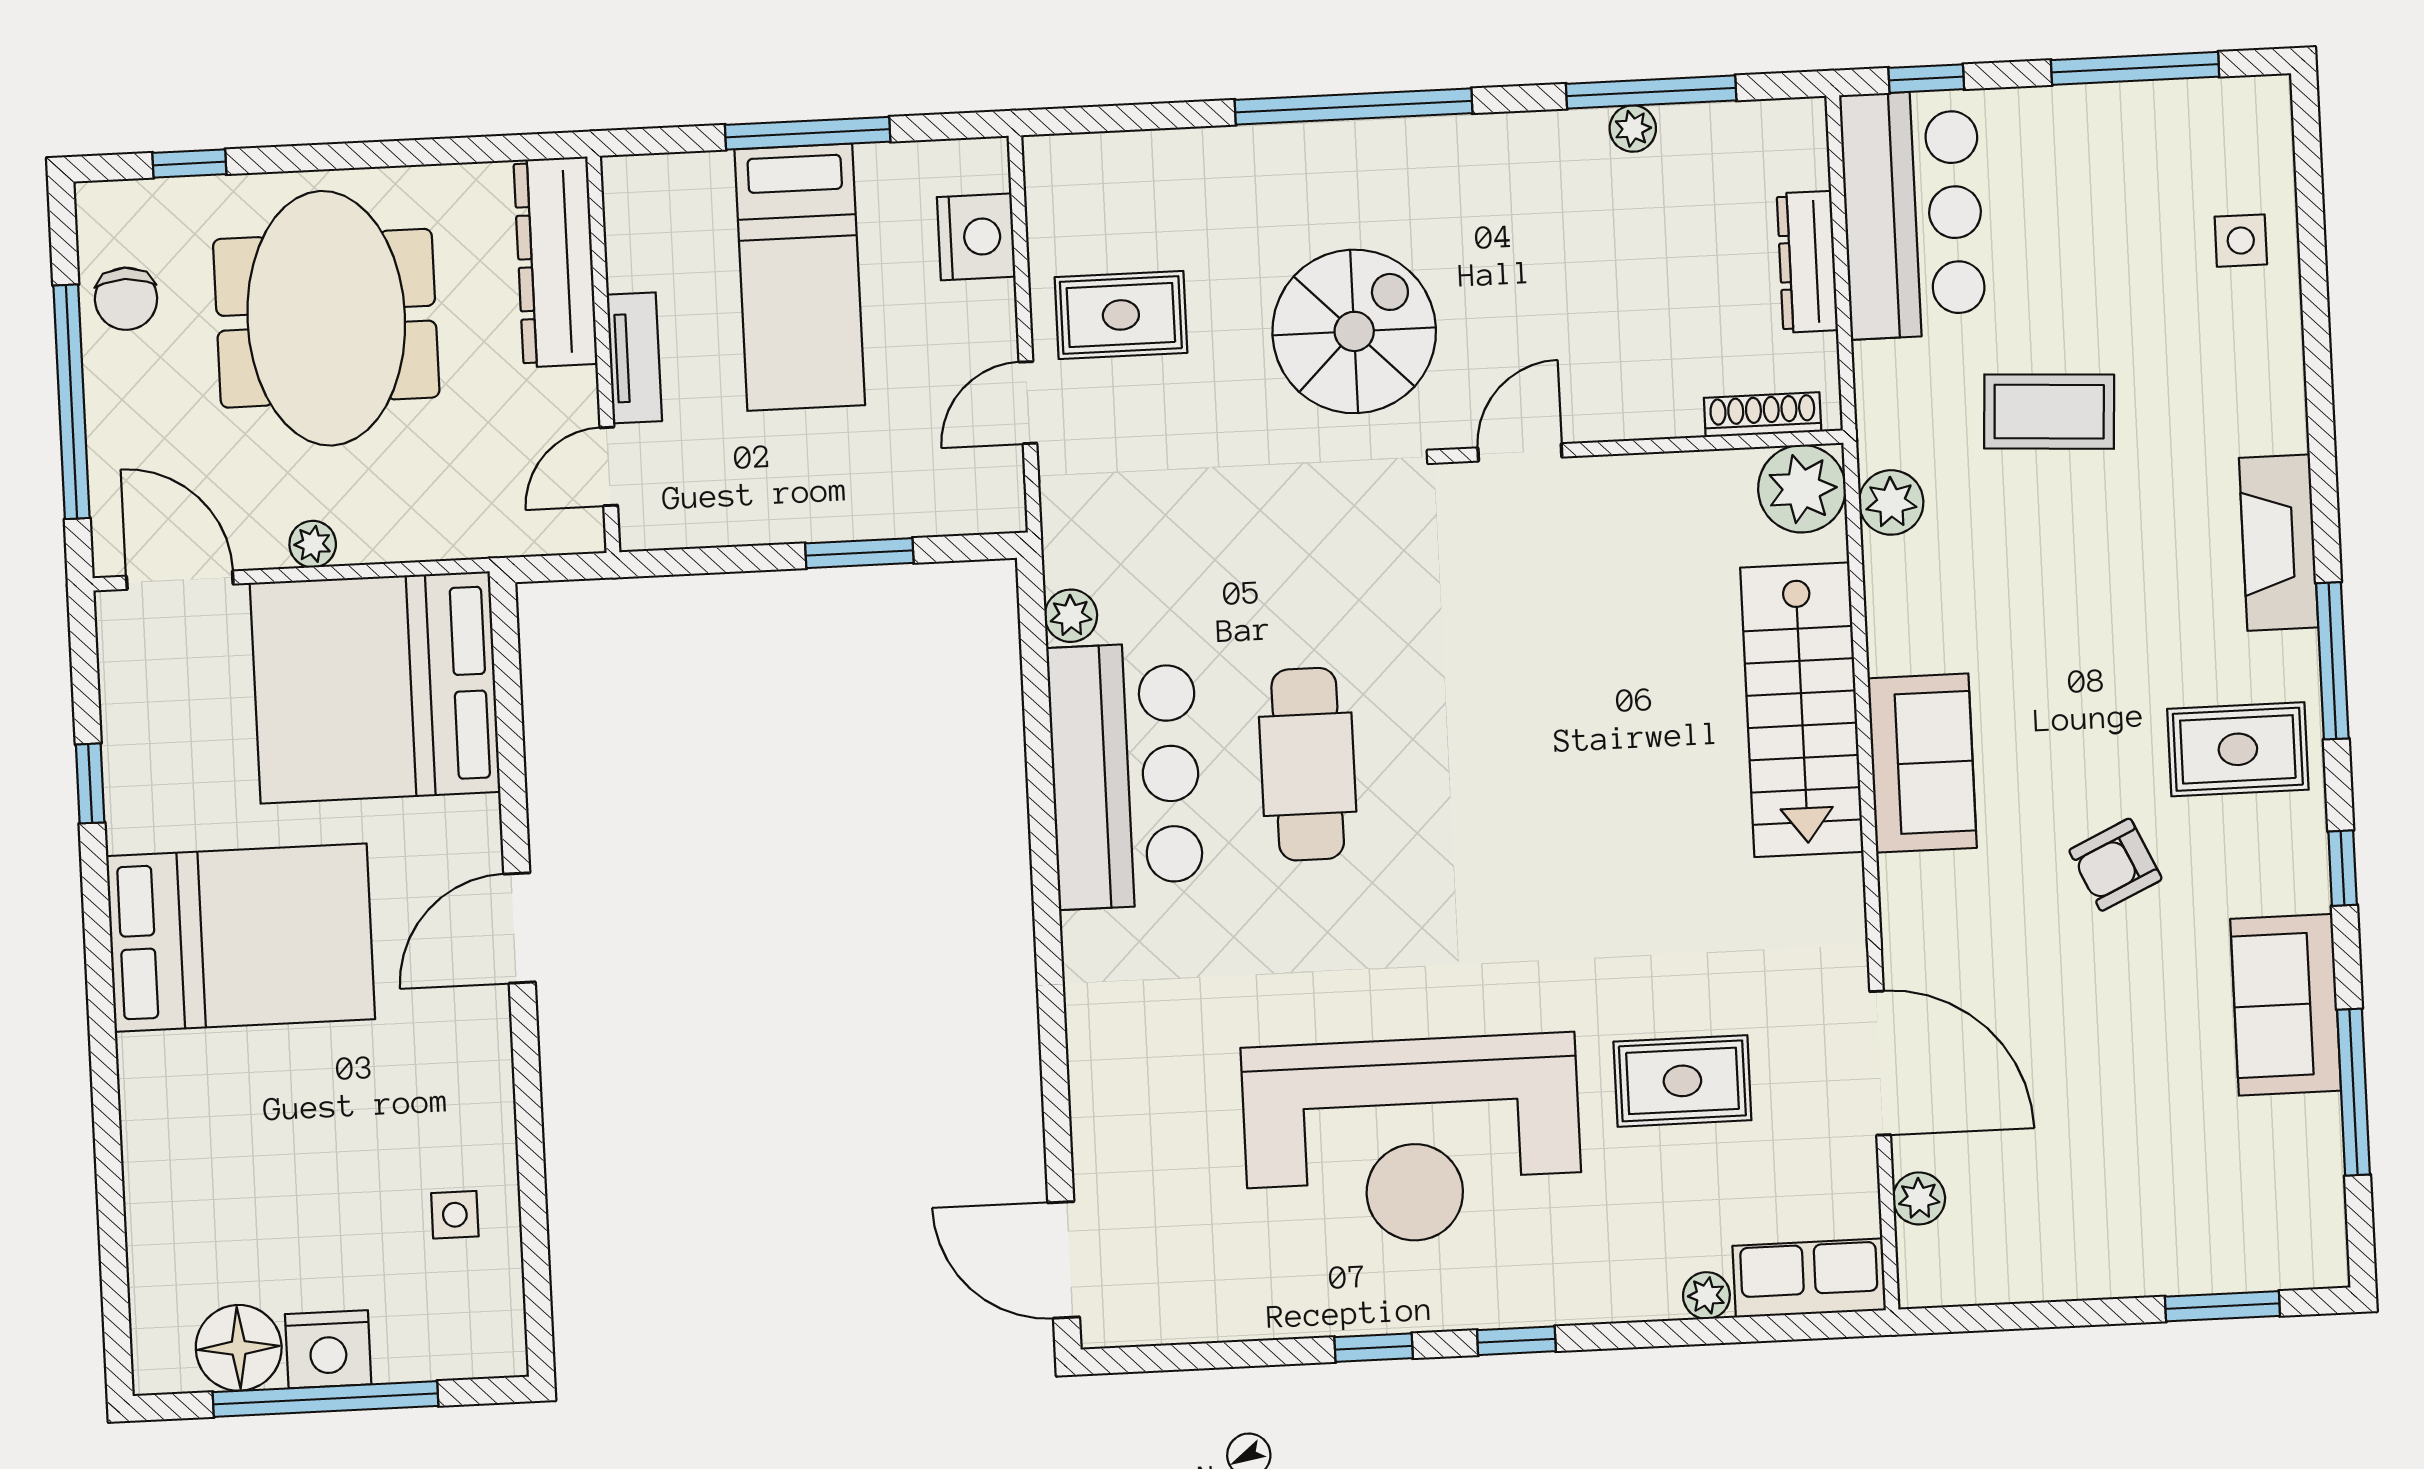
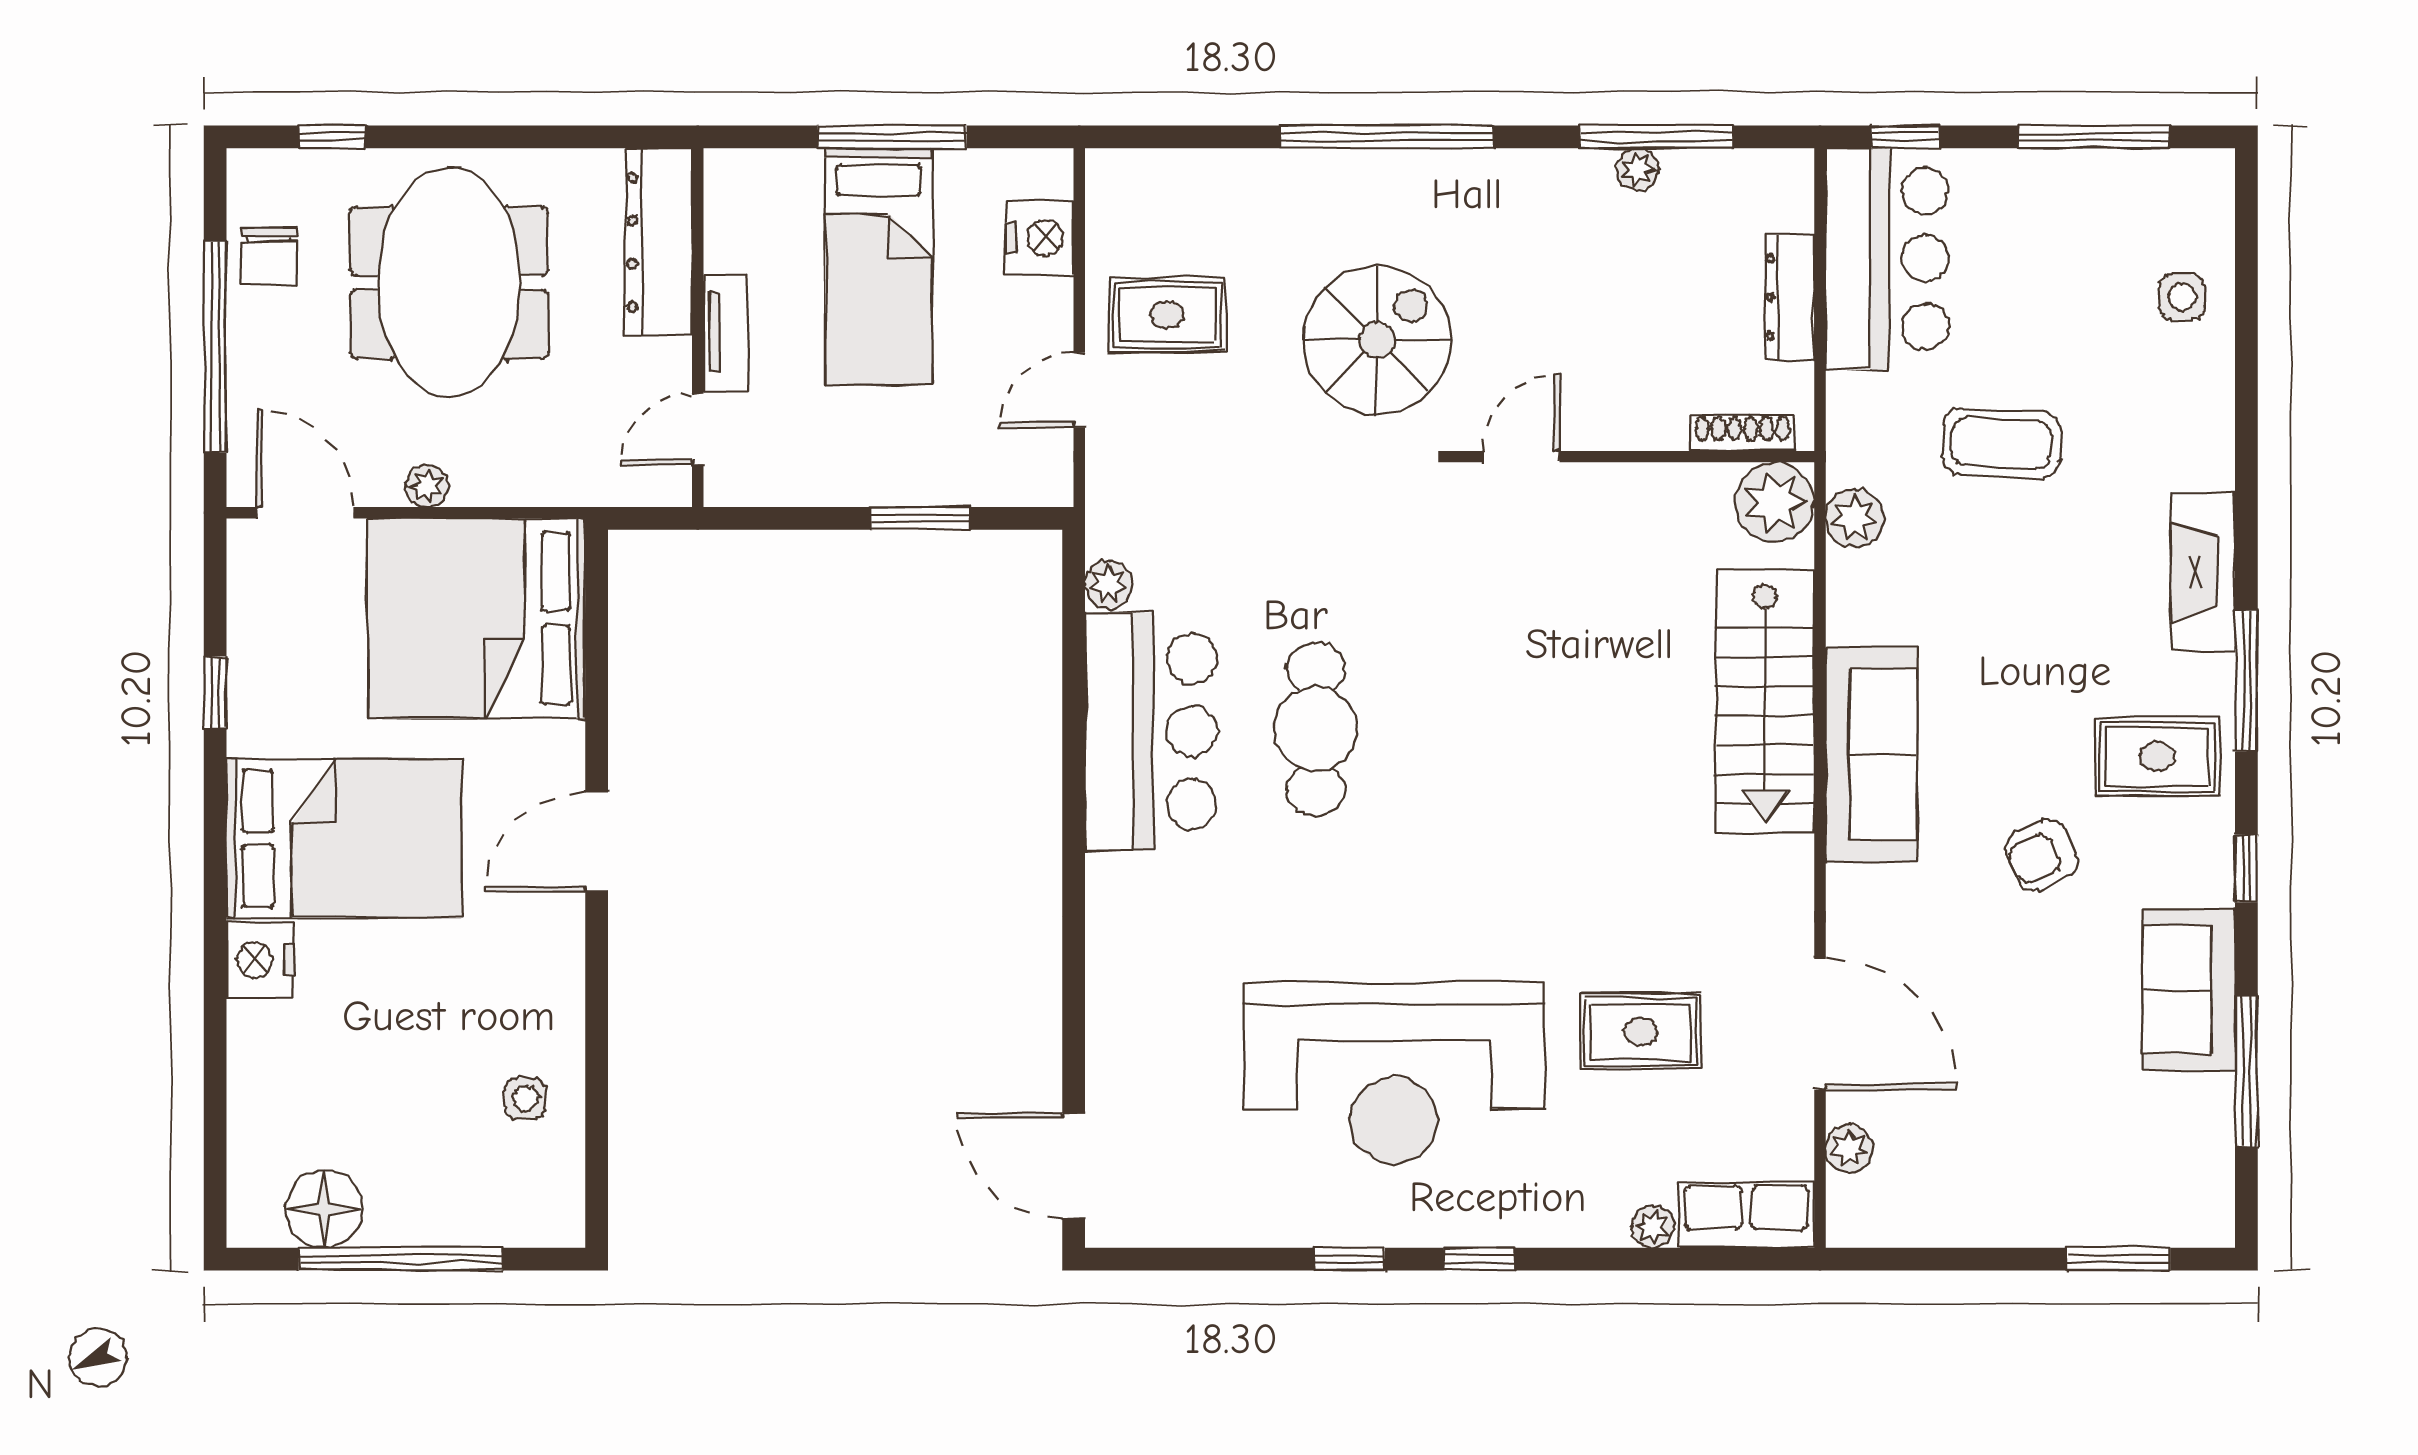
sofa: (1922, 763) -> (1871, 755), width x1.36
nightstand: (328, 1349) -> (260, 960), moved, turned 90

